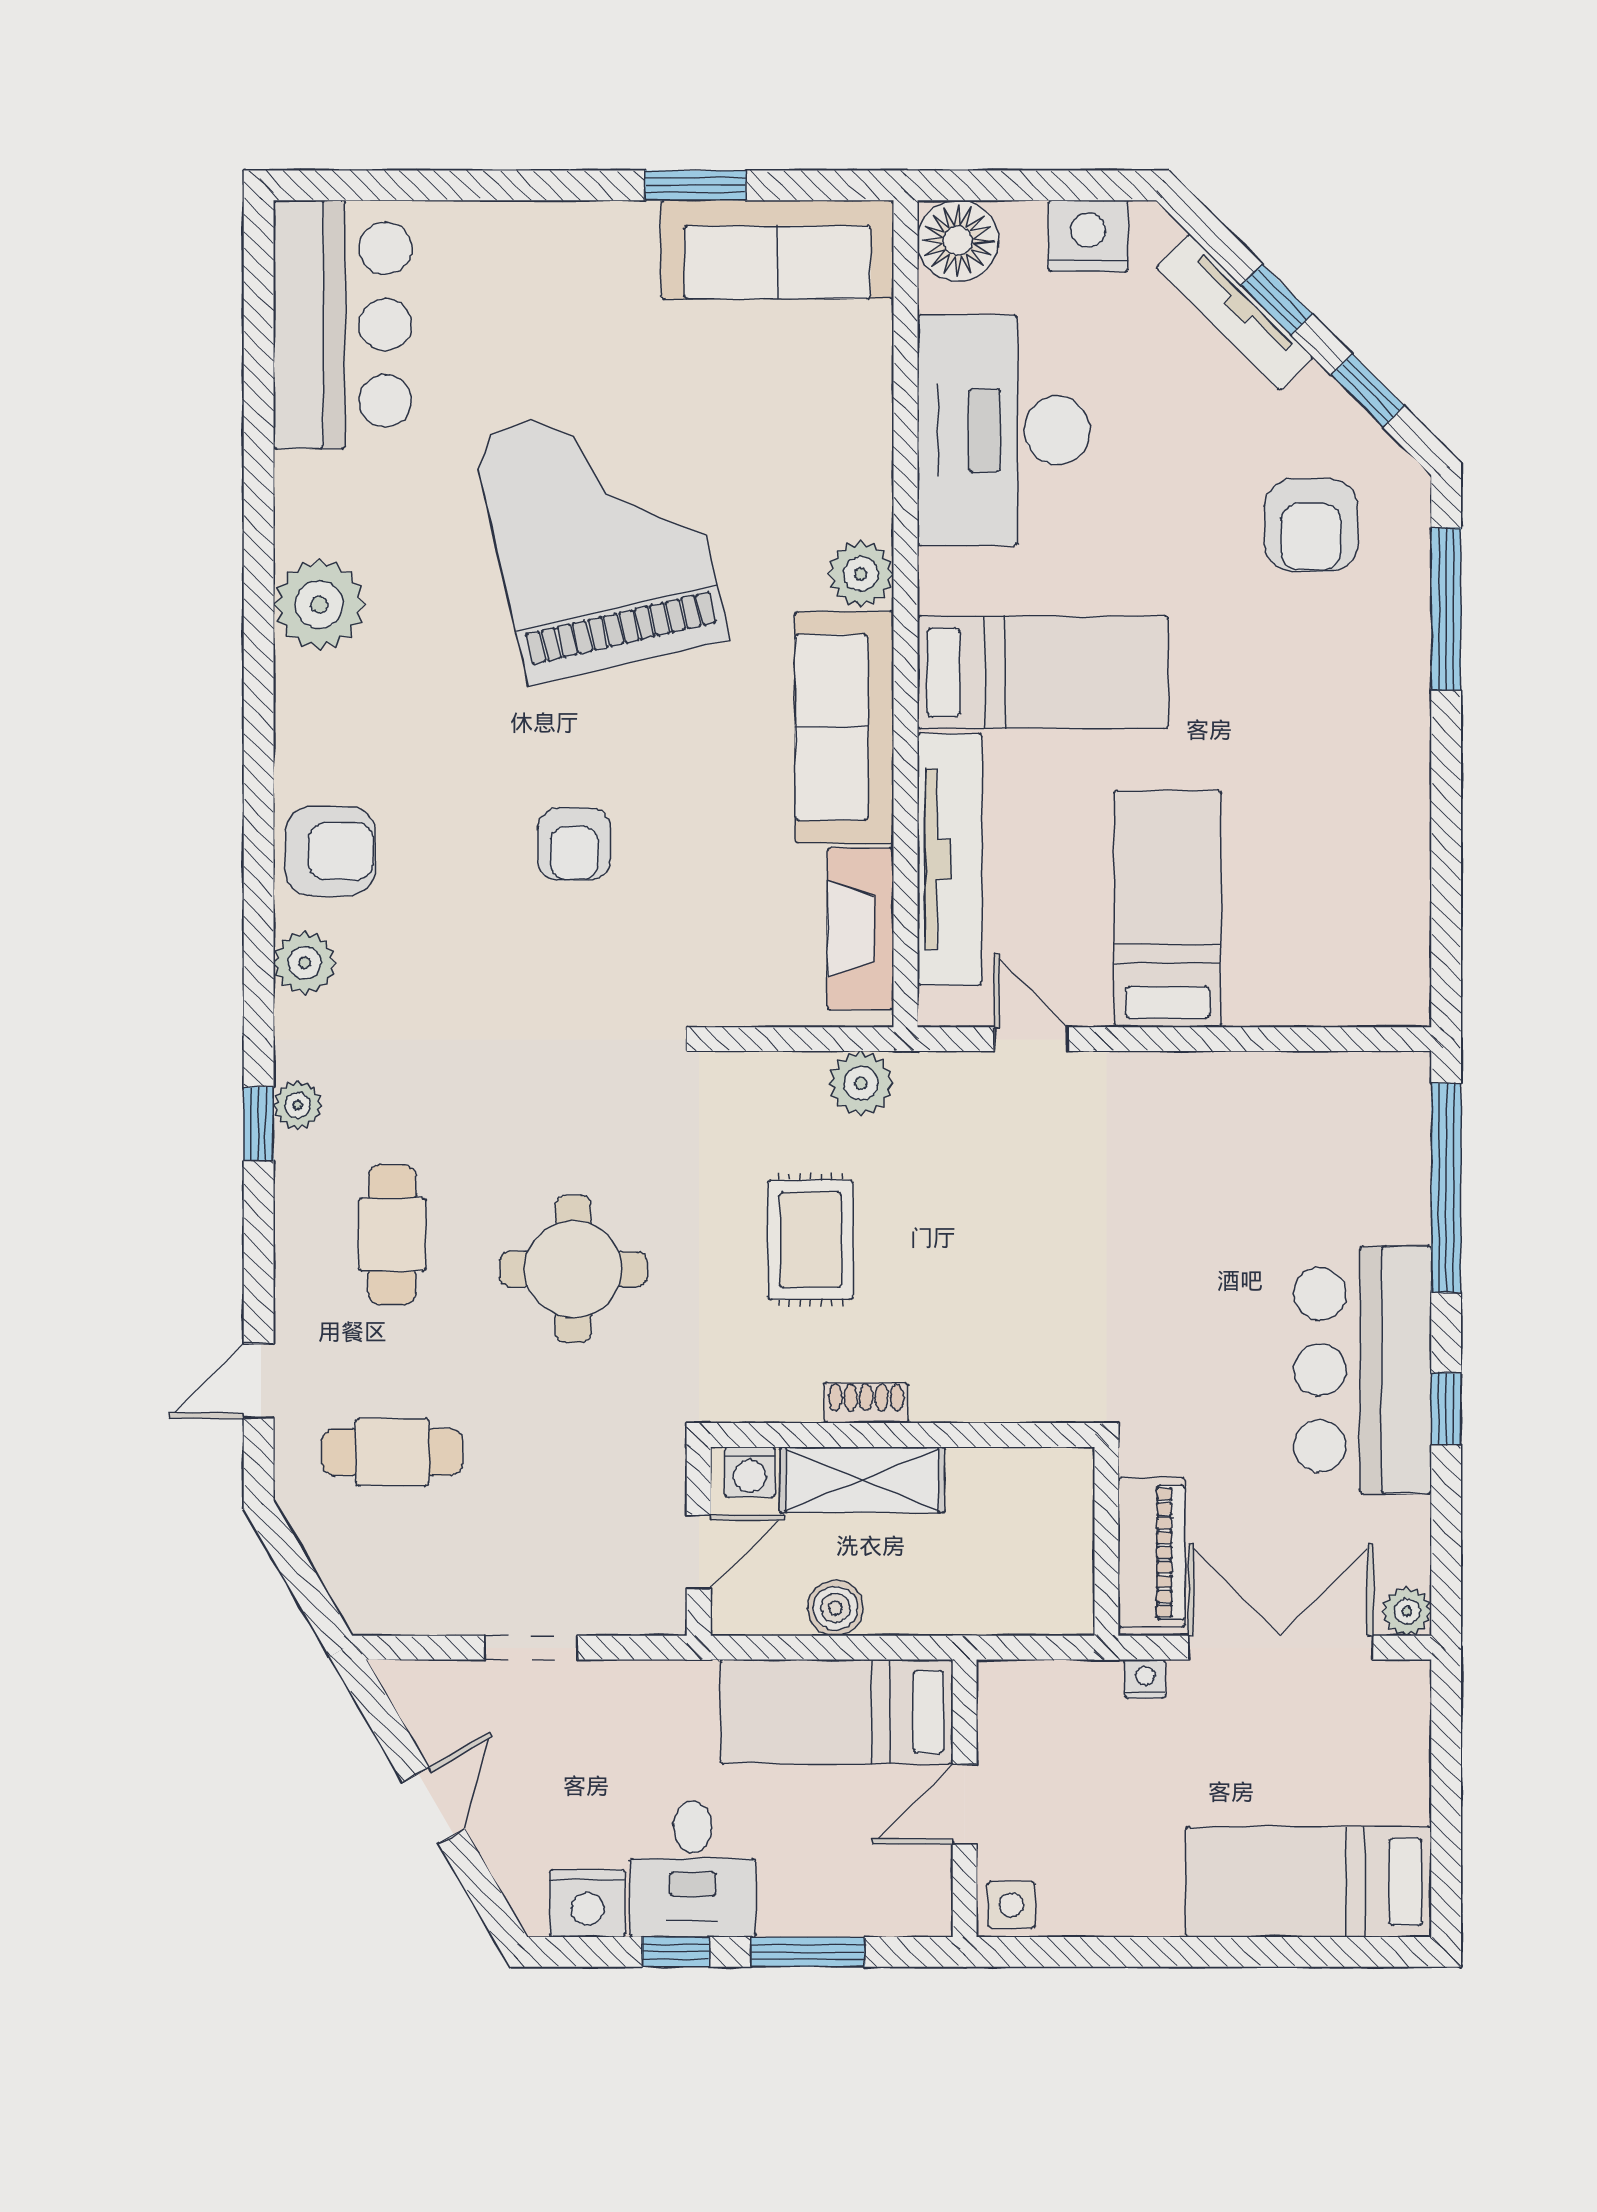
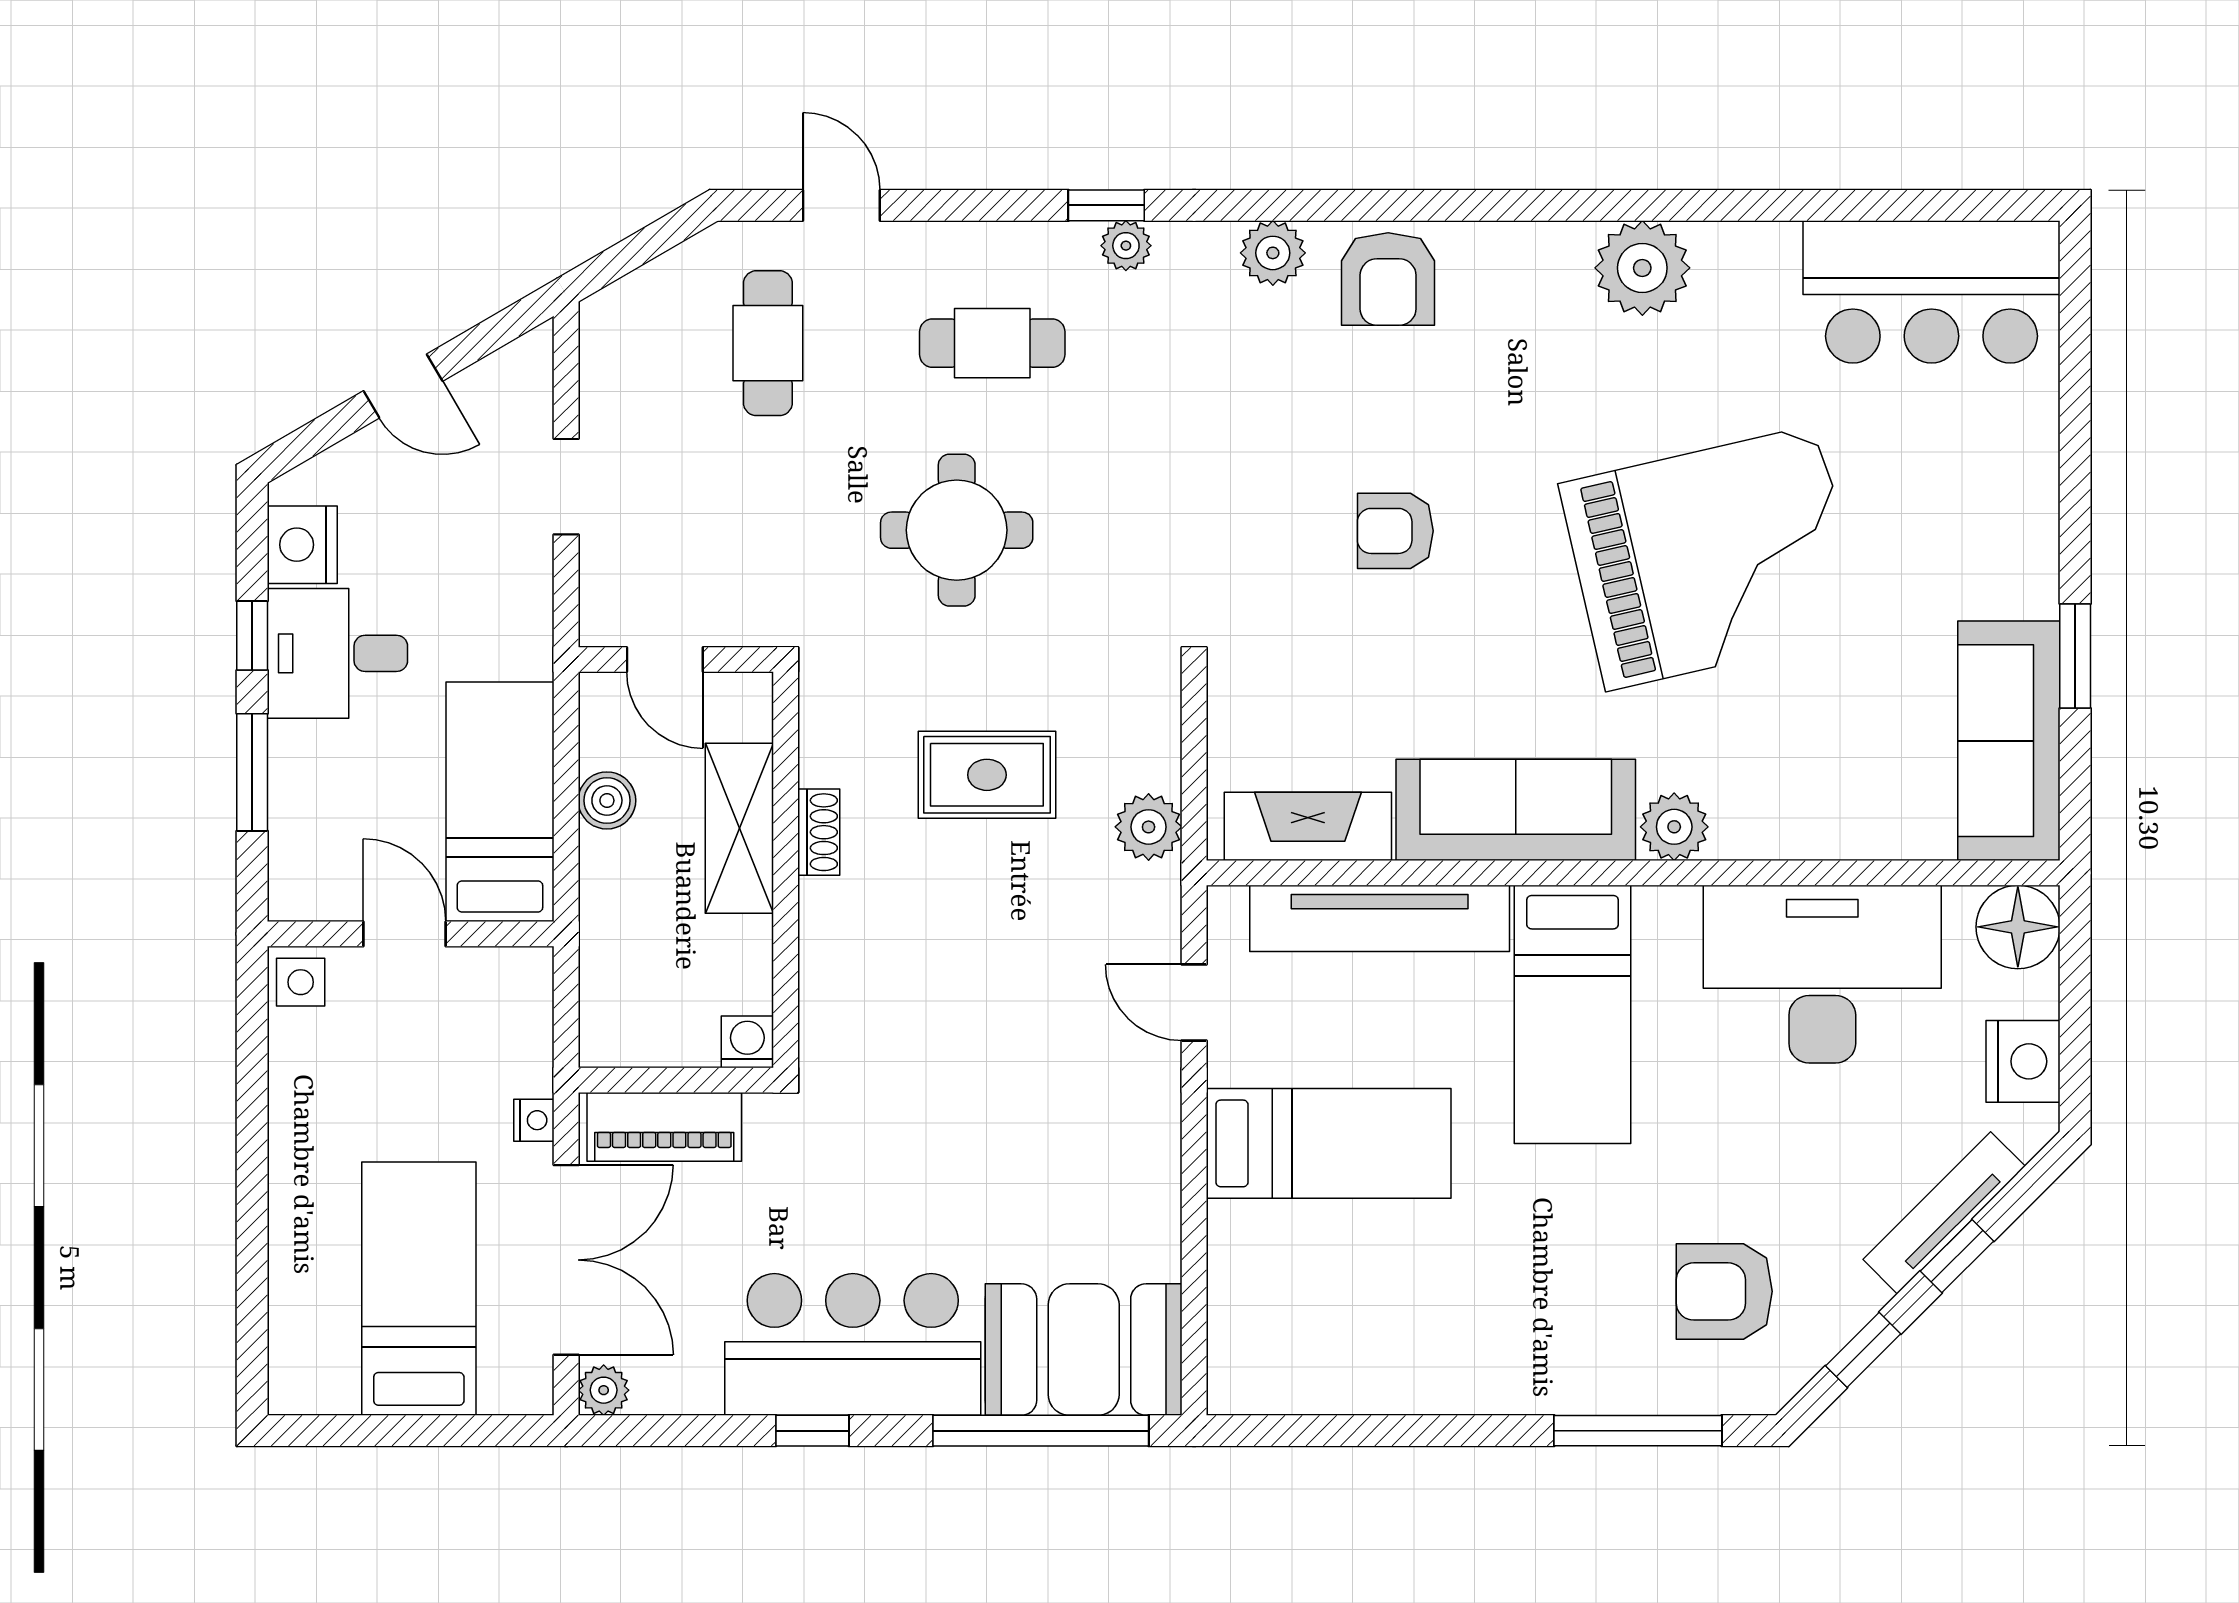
door: (1031, 1039) -> (1194, 1003), swing flipped
booth: (1367, 1146) -> (1084, 1350), added
washing machine: (750, 1472) -> (747, 1042), moved, turned 90
bed: (1308, 1882) -> (419, 1289), moved

